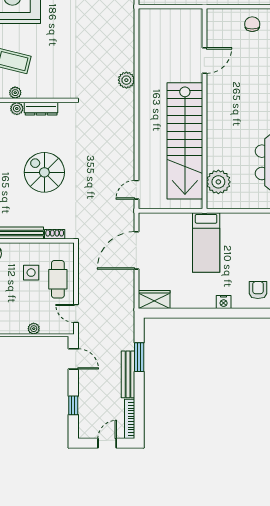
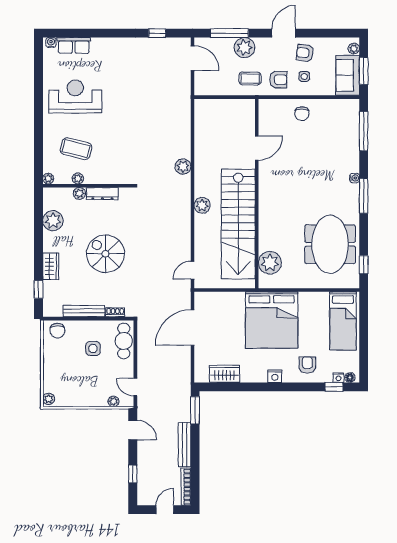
chair: (252, 24) -> (302, 114), turned 180
plant: (147, 121) -> (202, 205), added
bed: (206, 242) -> (272, 320), width x2.04
cafe table: (58, 279) -> (124, 341), moved
wardrobe: (154, 299) -> (225, 374), moved
plant: (34, 329) -> (113, 401), moved
window: (139, 357) -> (195, 410), moved

